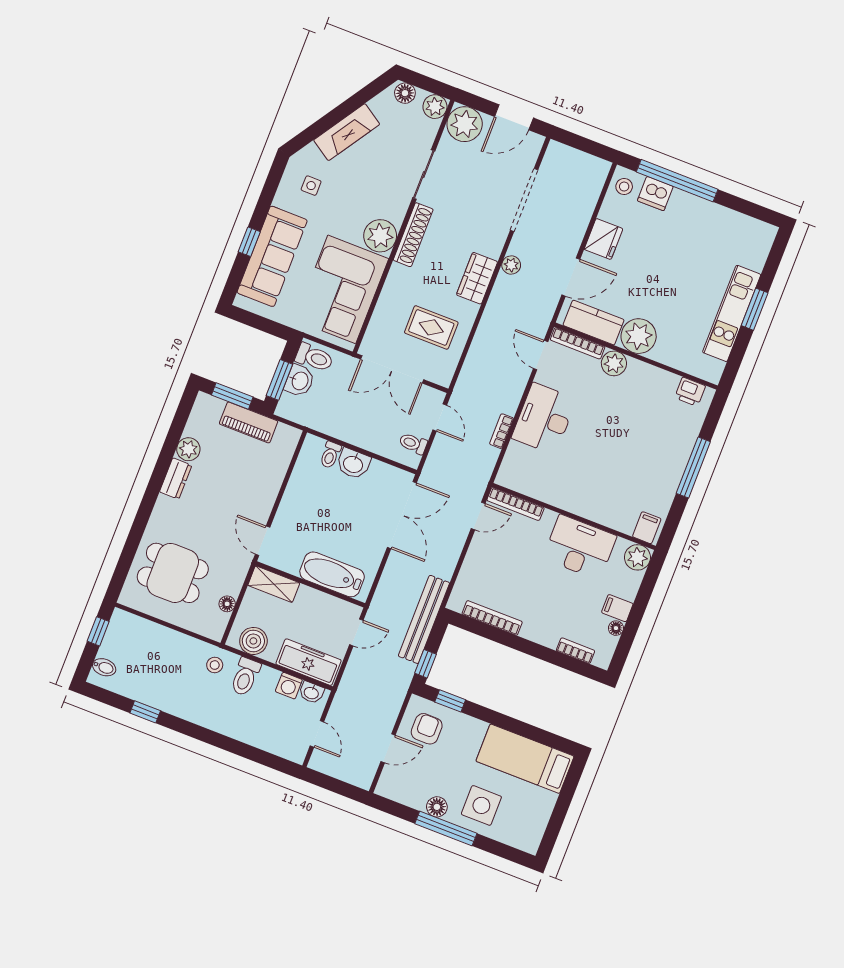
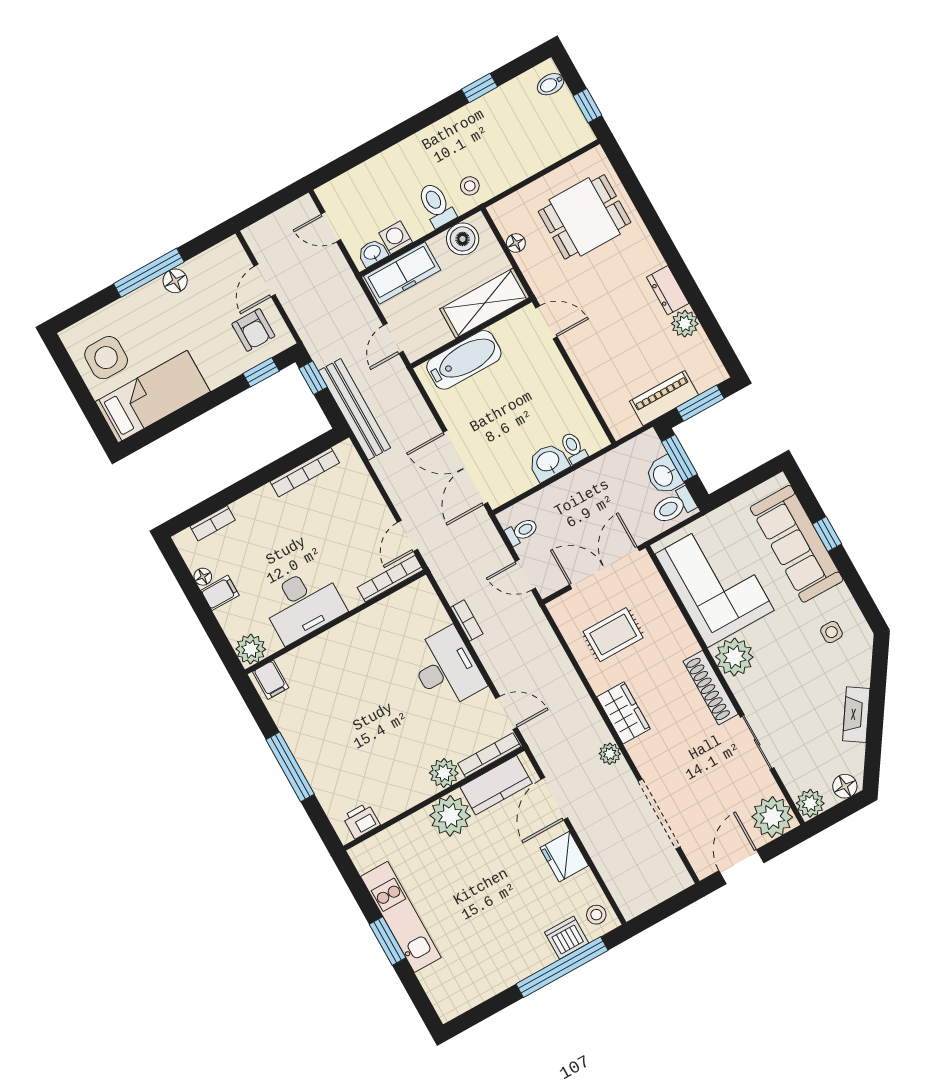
fireplace: (347, 132) -> (856, 715), width x0.73, depth x0.76
shelving: (274, 584) -> (485, 303), width x1.50, depth x1.33
side table: (481, 805) -> (106, 358), moved

